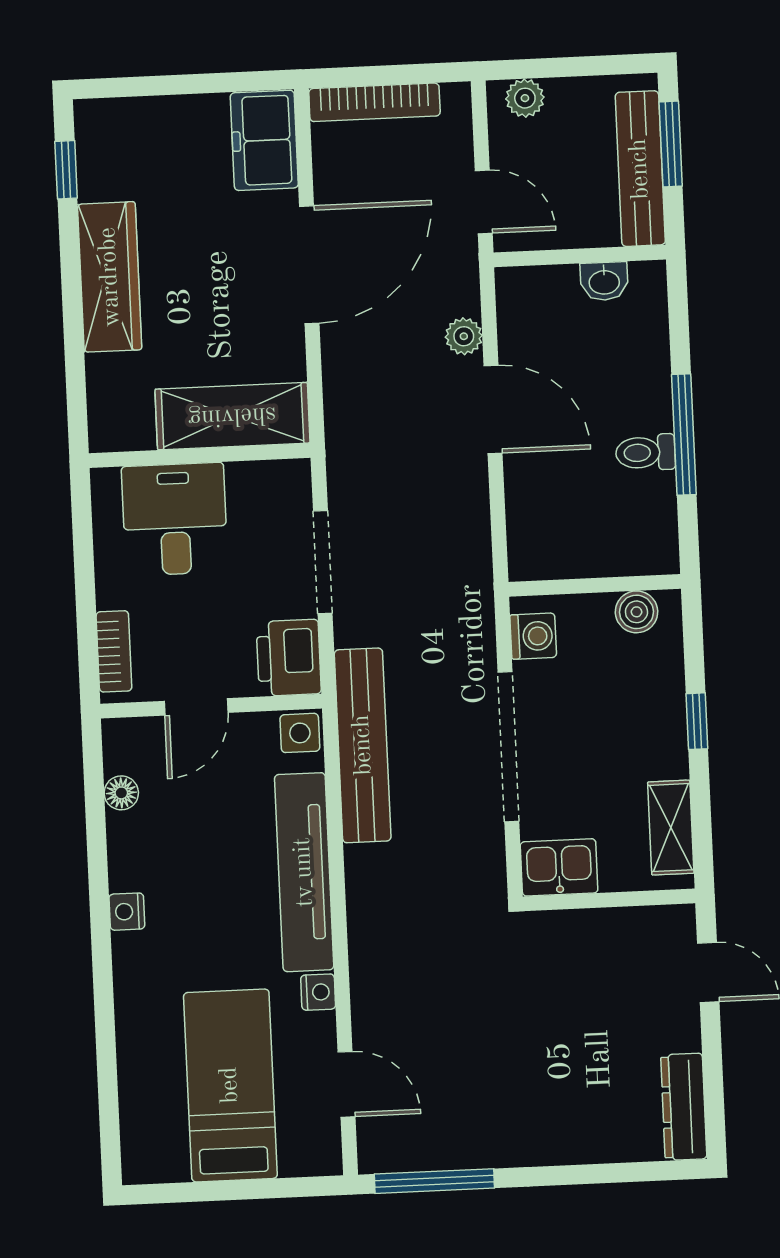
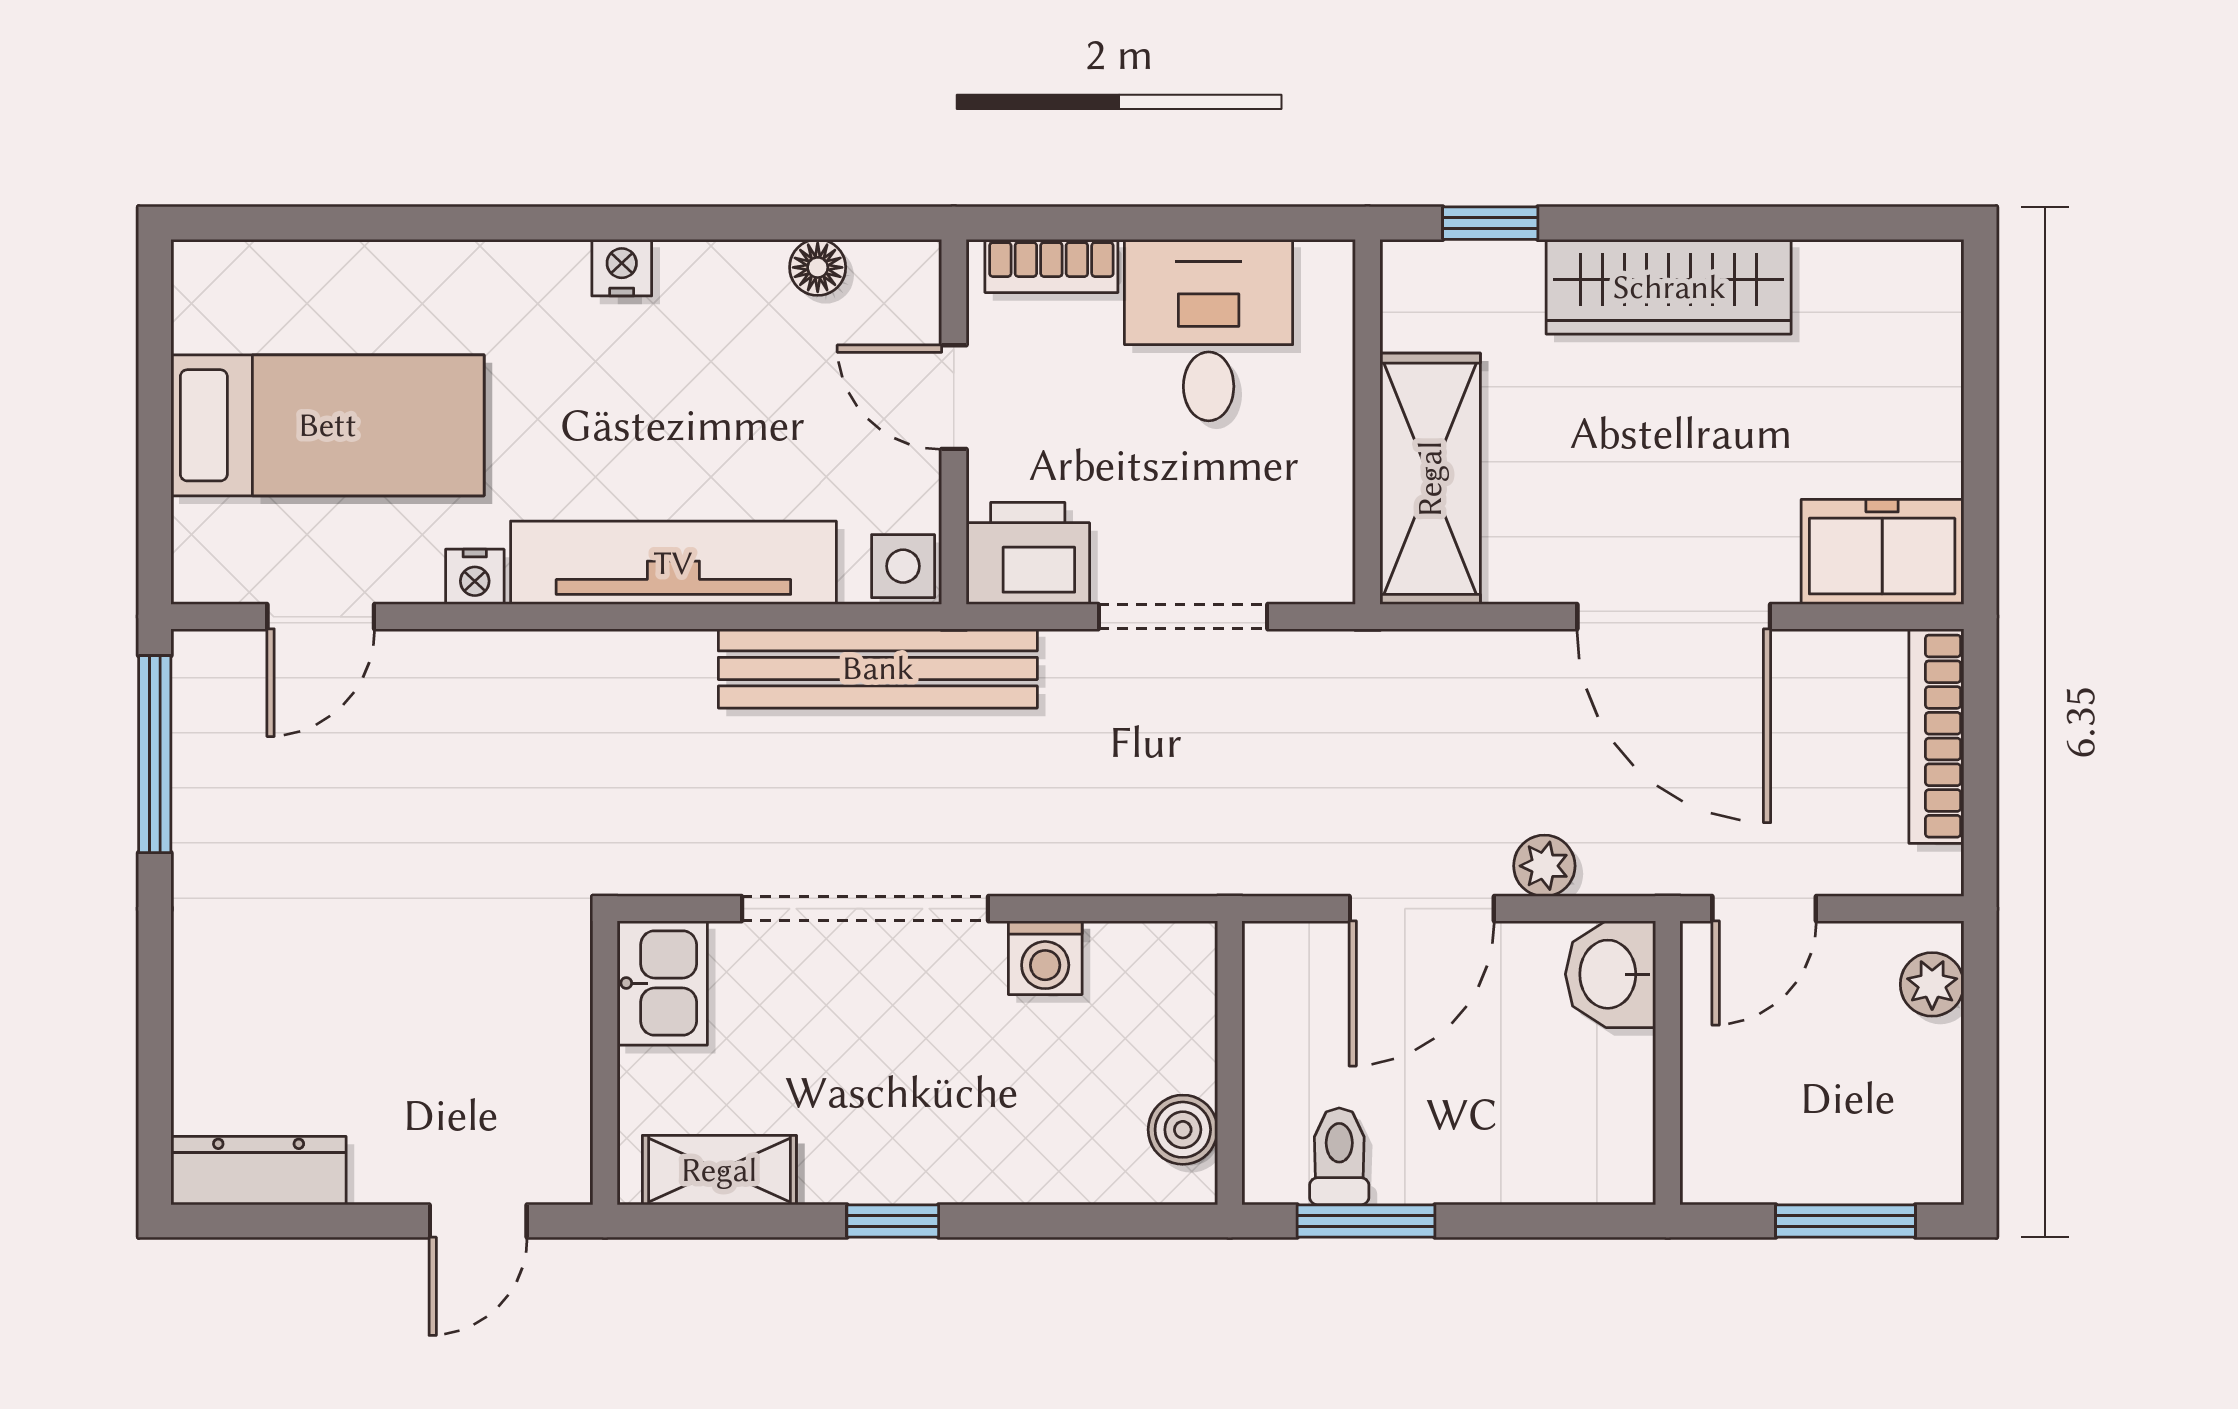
bench: (640, 169) -> (1807, 1169), removed
window: (66, 170) -> (1490, 223), moved
washbasin: (604, 281) -> (1610, 974), moved, width x1.38, depth x1.45
window: (684, 434) -> (1366, 1221), width x0.69
desk: (175, 519) -> (1209, 330), moved, turned -90
wall: (595, 585) -> (1230, 1063), moved
boiler: (636, 612) -> (1183, 1130), moved

